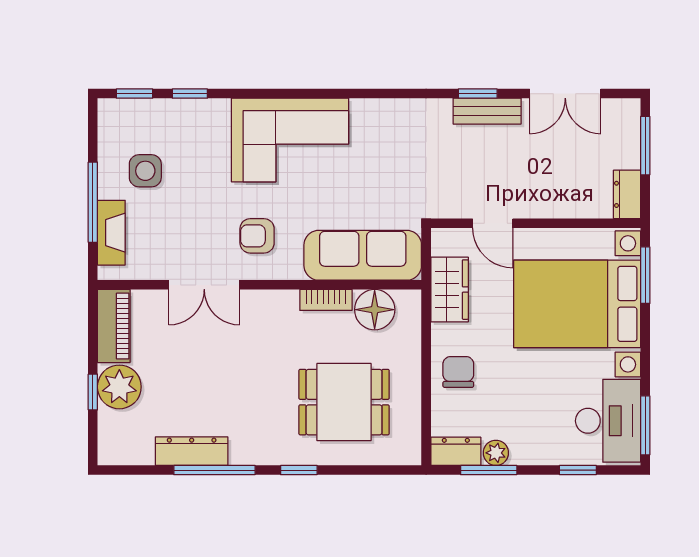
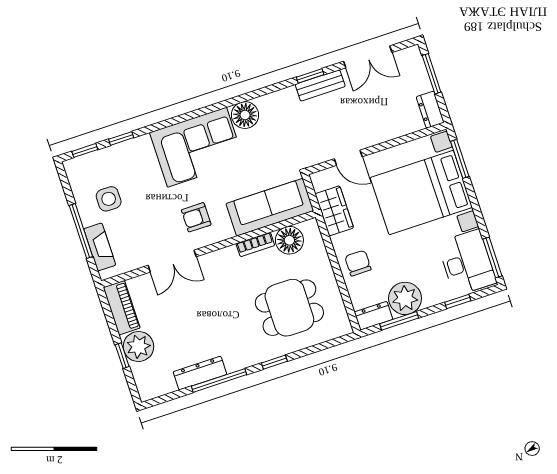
floor lamp: (370, 118) -> (245, 115), added
plant: (496, 453) -> (405, 298), width x1.88, depth x1.88

